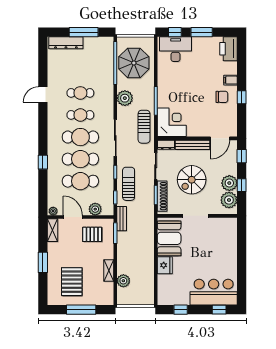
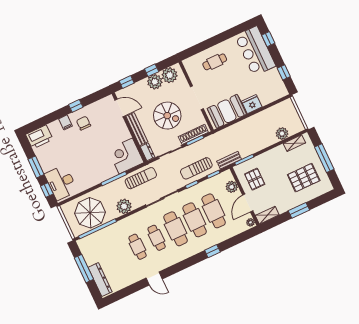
cafe table: (221, 249) -> (215, 62), added
shelving: (109, 270) -> (294, 143), moved

